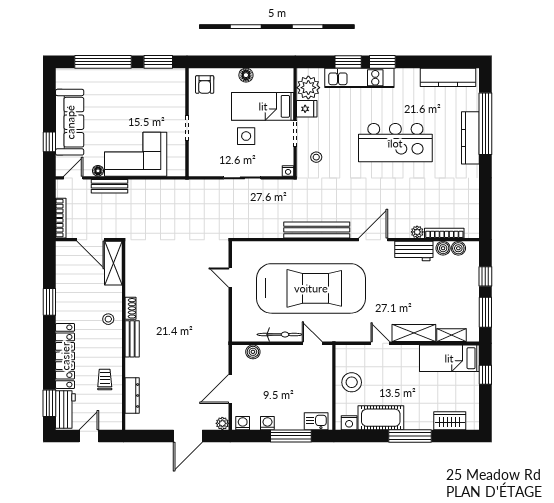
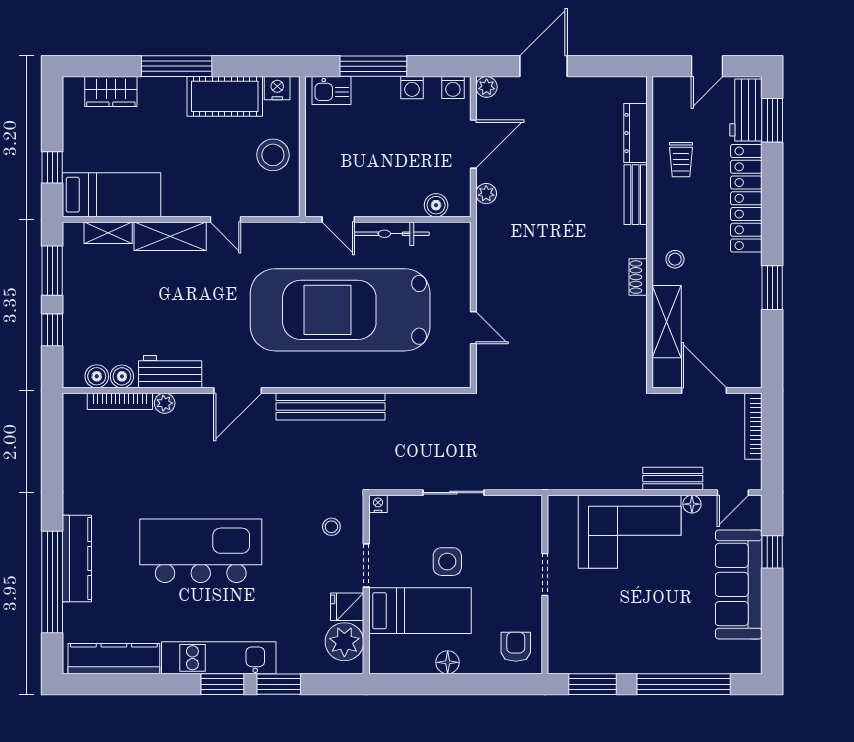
kitchen unit: (359, 78) -> (219, 658), moved
shelving: (113, 263) -> (667, 322), moved
bench: (132, 339) -> (636, 195), moved
plant: (223, 359) -> (486, 194), added

